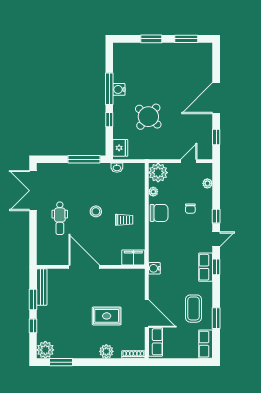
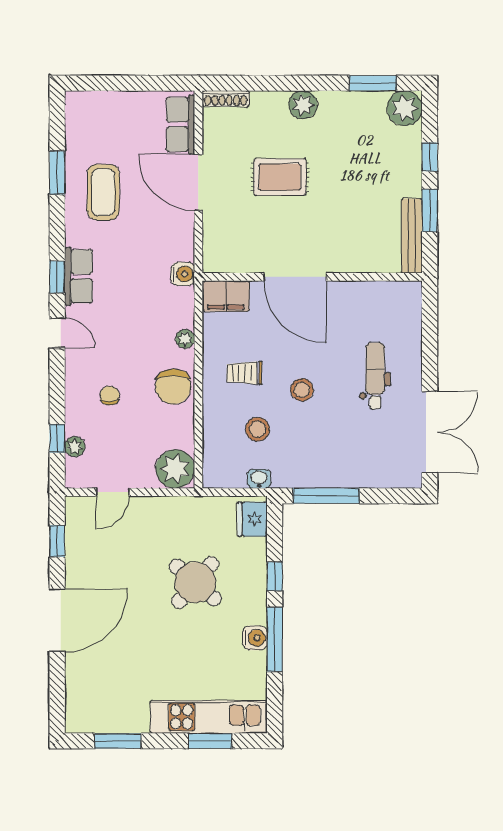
window: (151, 39) -> (210, 741), moved
kitchen unit: (142, 51) -> (209, 717), added
stool: (118, 192) -> (258, 429), added
plant: (153, 192) -> (185, 339), moved
chair: (159, 213) -> (173, 387), turned -90
window: (216, 216) -> (57, 438), moved
door: (216, 239) -> (57, 333), swing flipped
door: (84, 267) -> (295, 277), moved
row of seats: (206, 344) -> (79, 120), removed
plant: (106, 351) -> (303, 105), moved

